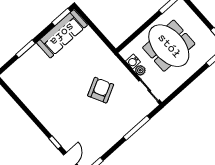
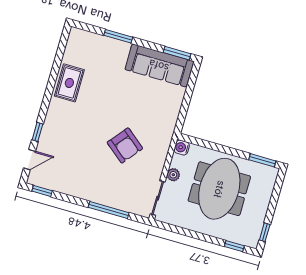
water cooler: (133, 62) -> (182, 148), moved
armchair: (101, 90) -> (125, 145), turned 66
rug: (36, 101) -> (69, 83), added

